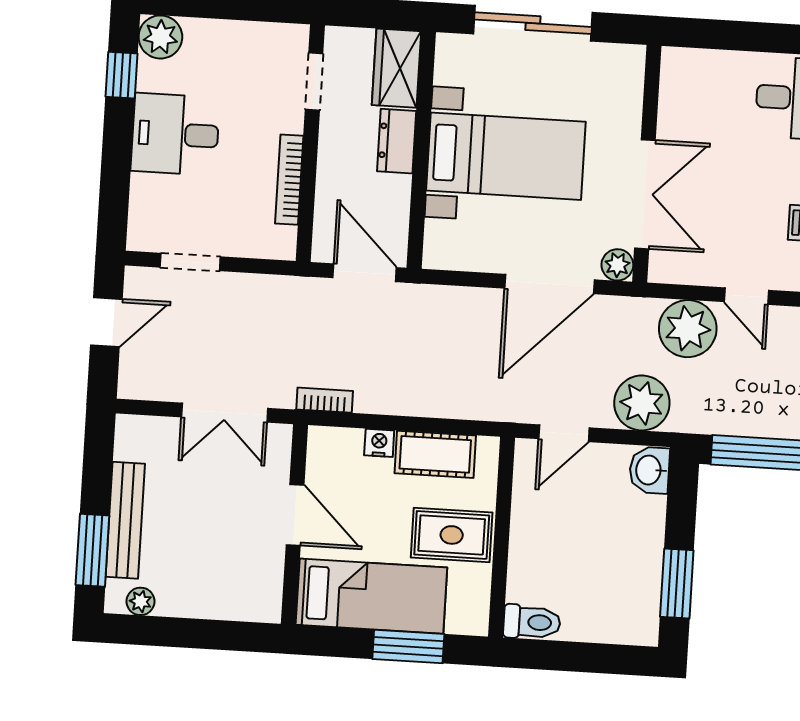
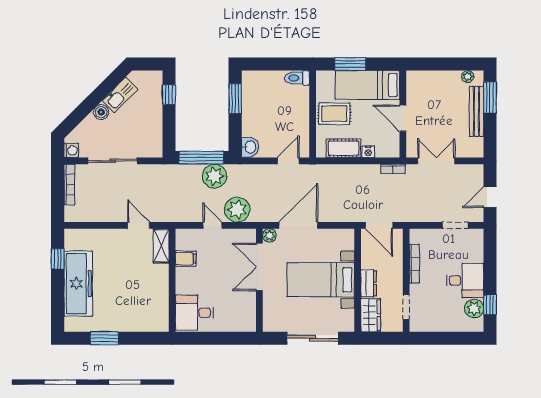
plant: (160, 37) -> (474, 308), moved
plant: (642, 403) -> (215, 176), moved

